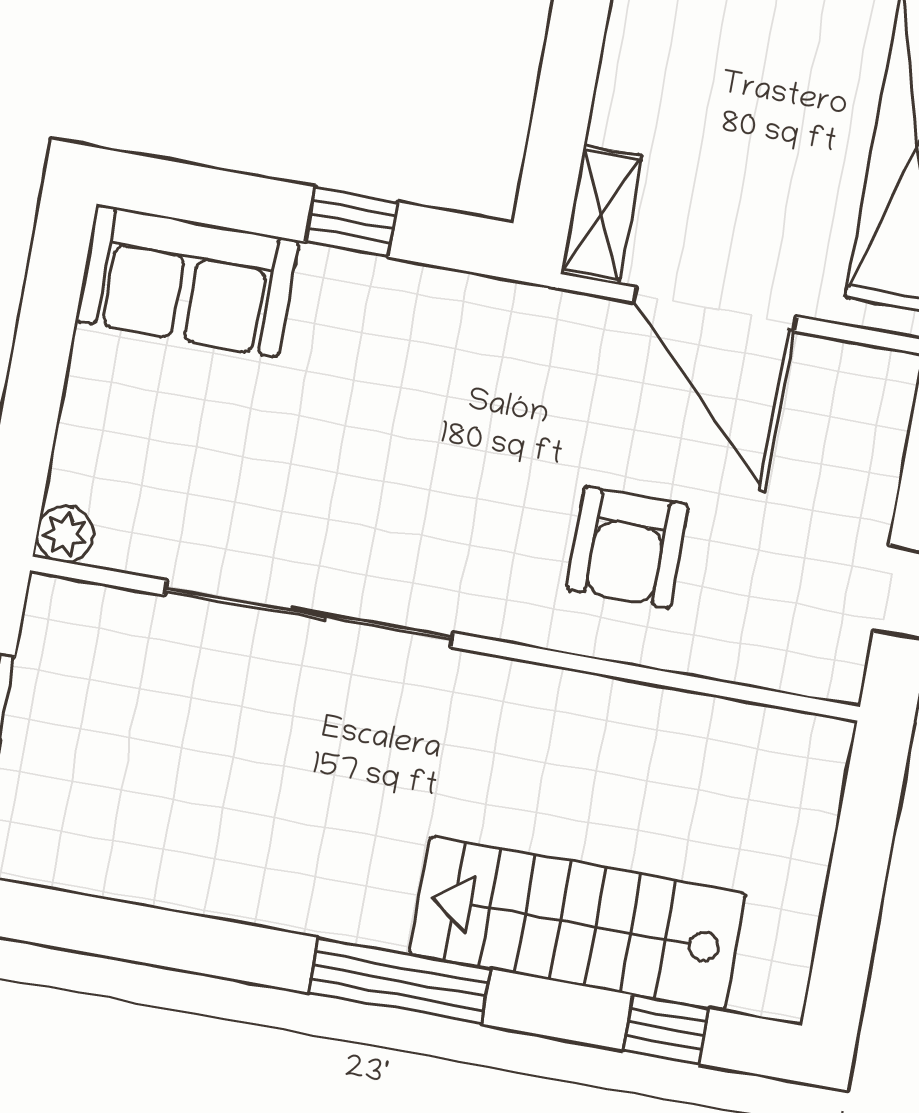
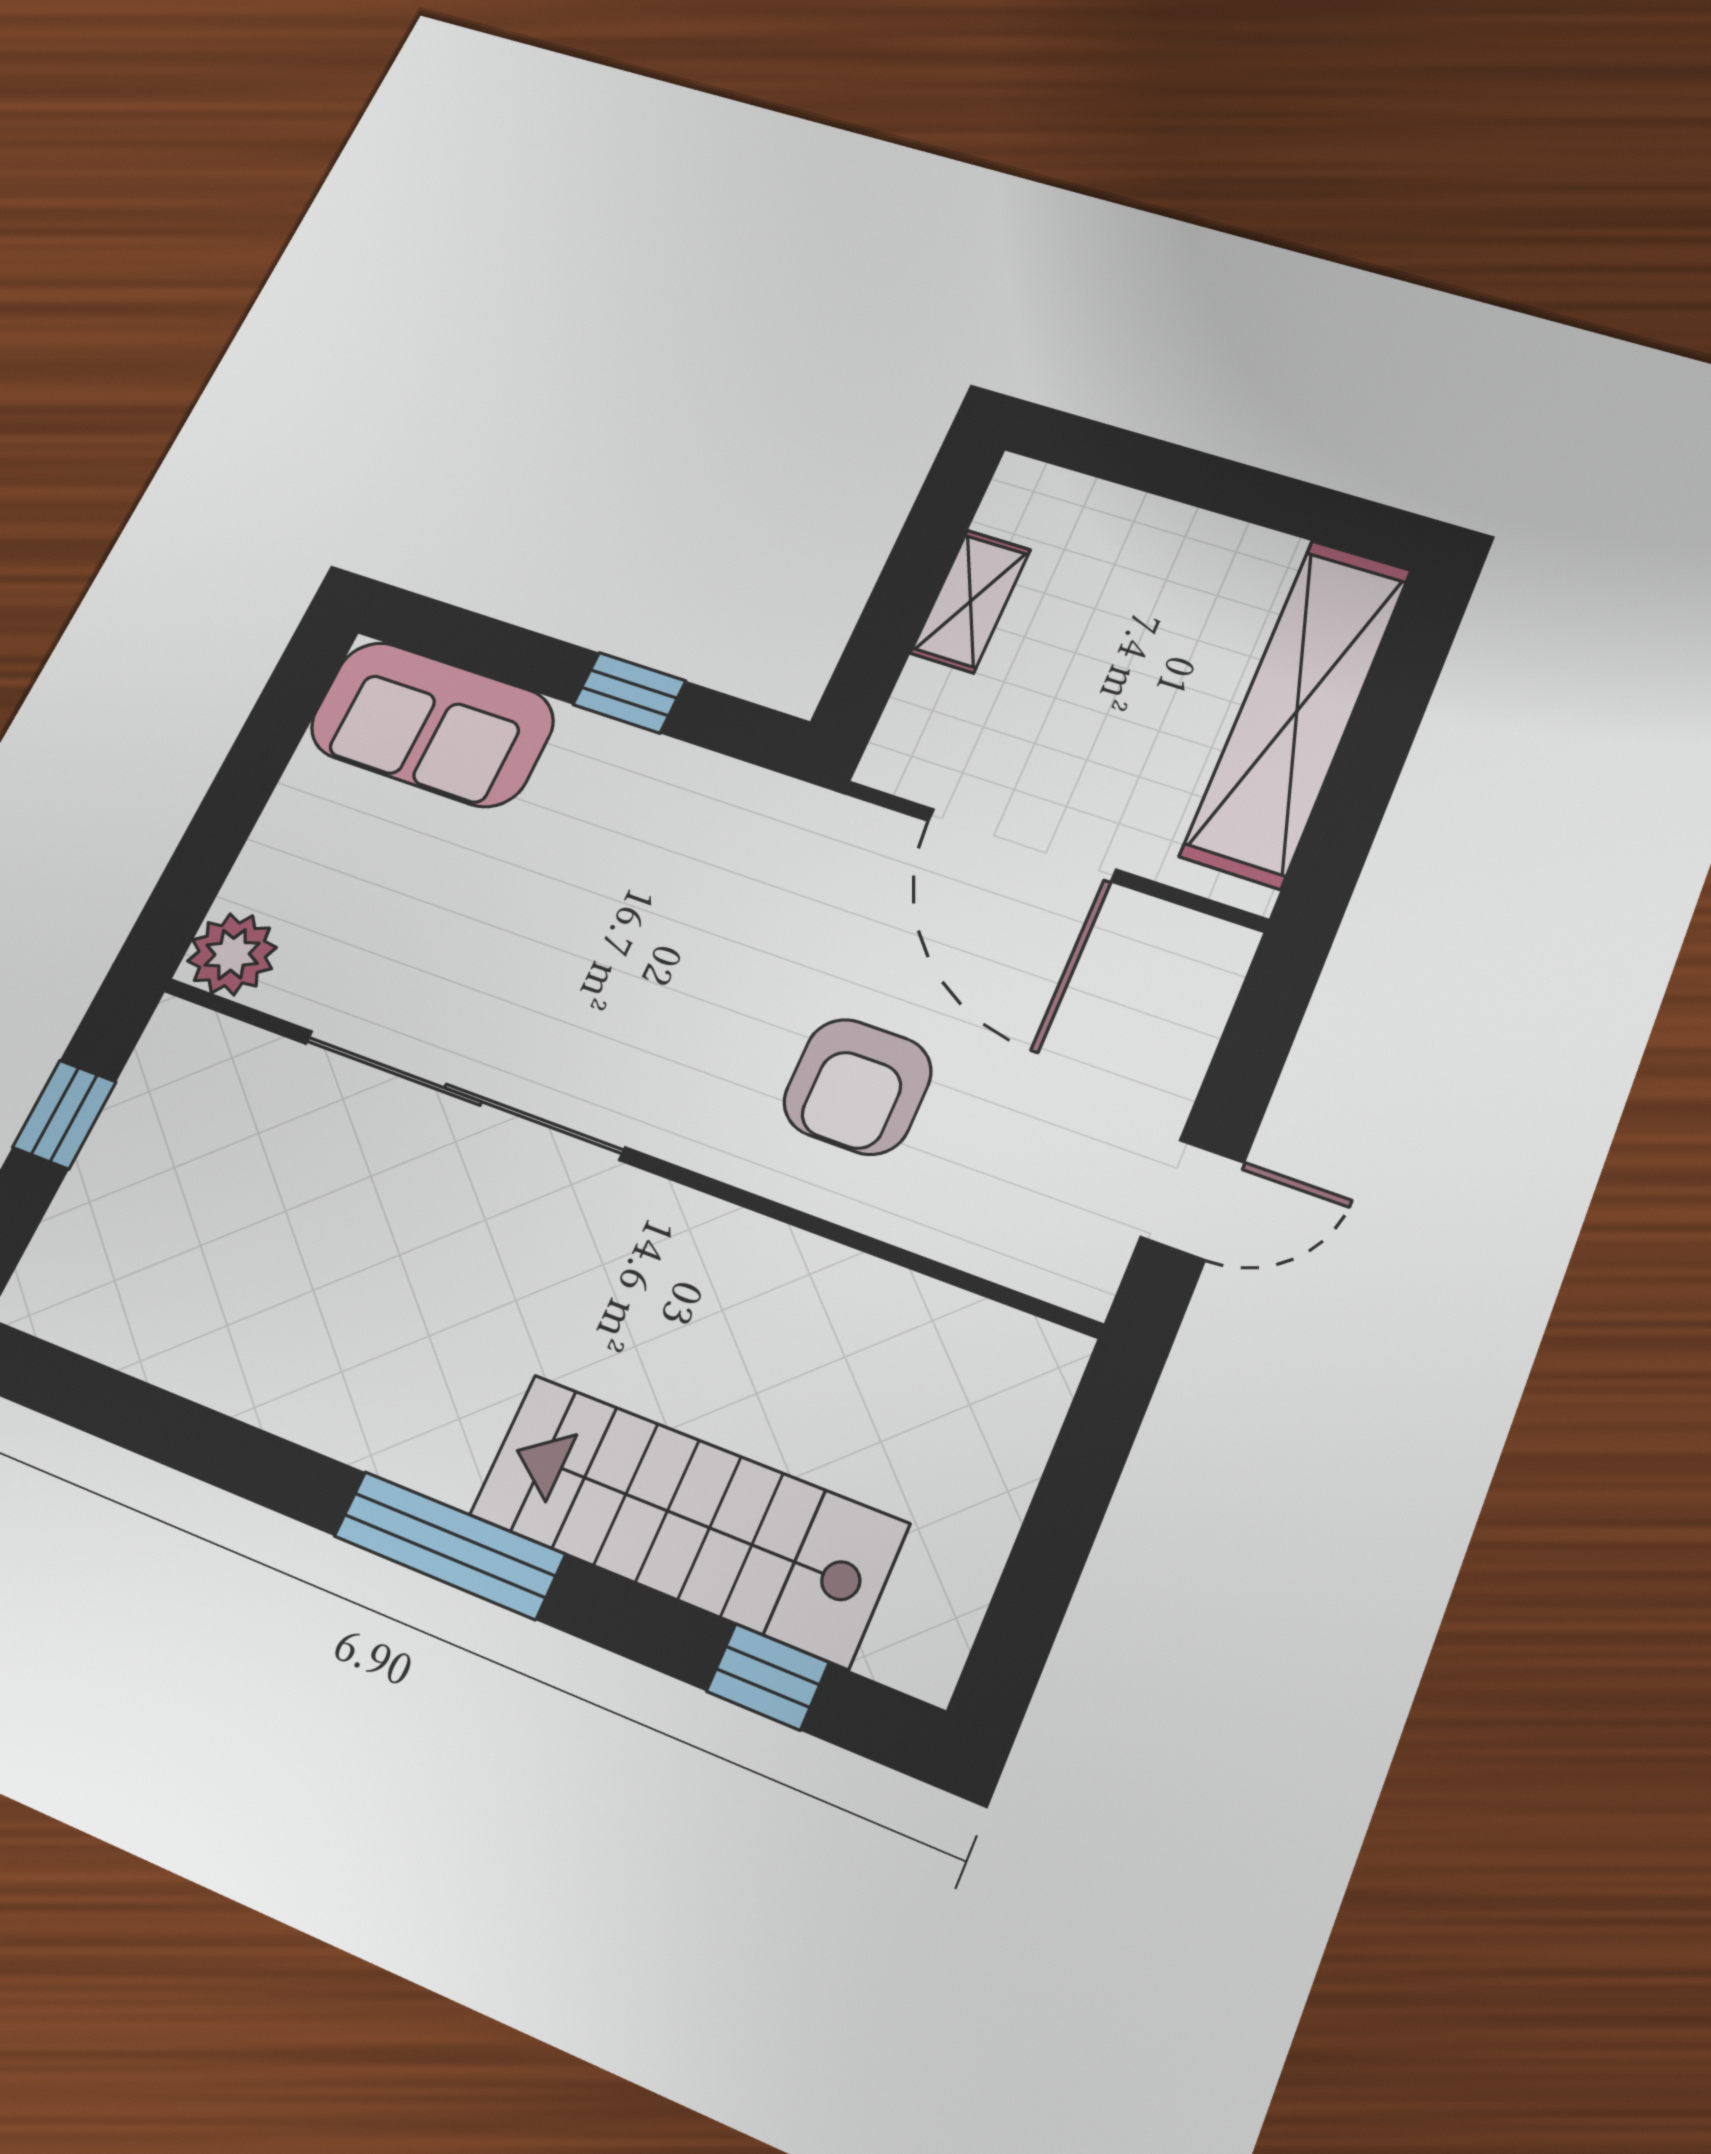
shelving: (601, 215) -> (971, 601), moved
plant: (65, 534) -> (232, 954), width x1.38, depth x1.38

